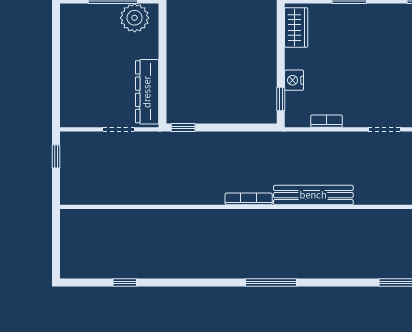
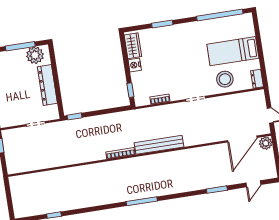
nightstand: (294, 80) -> (135, 65), moved
dresser: (147, 92) -> (47, 85), moved

